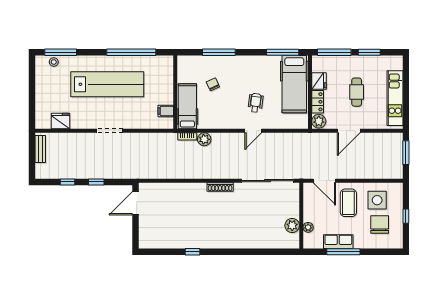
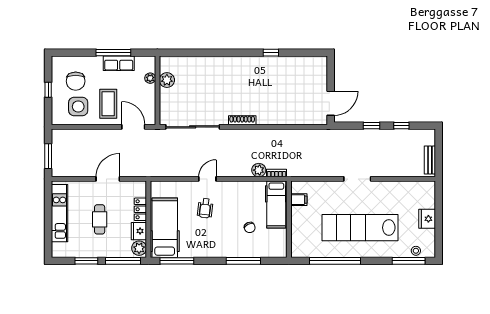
fridge: (61, 121) -> (427, 219), moved, turned 90
plant: (319, 121) -> (139, 248), moved

